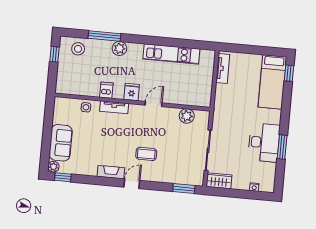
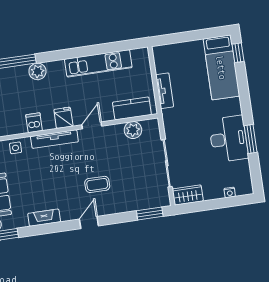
tv unit: (223, 68) -> (165, 91), moved
kitchen counter: (190, 98) -> (132, 108), added
tv unit: (114, 107) -> (54, 139), width x1.41
fireplace: (111, 172) -> (44, 218), moved

